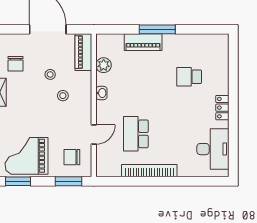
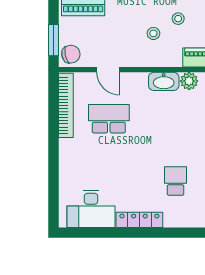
washbasin: (101, 93) -> (164, 81), width x1.91, depth x1.45
locker: (222, 108) -> (139, 220), width x1.53
chair: (72, 157) -> (71, 54), moved, turned 77
bookcase: (149, 171) -> (66, 105), moved

